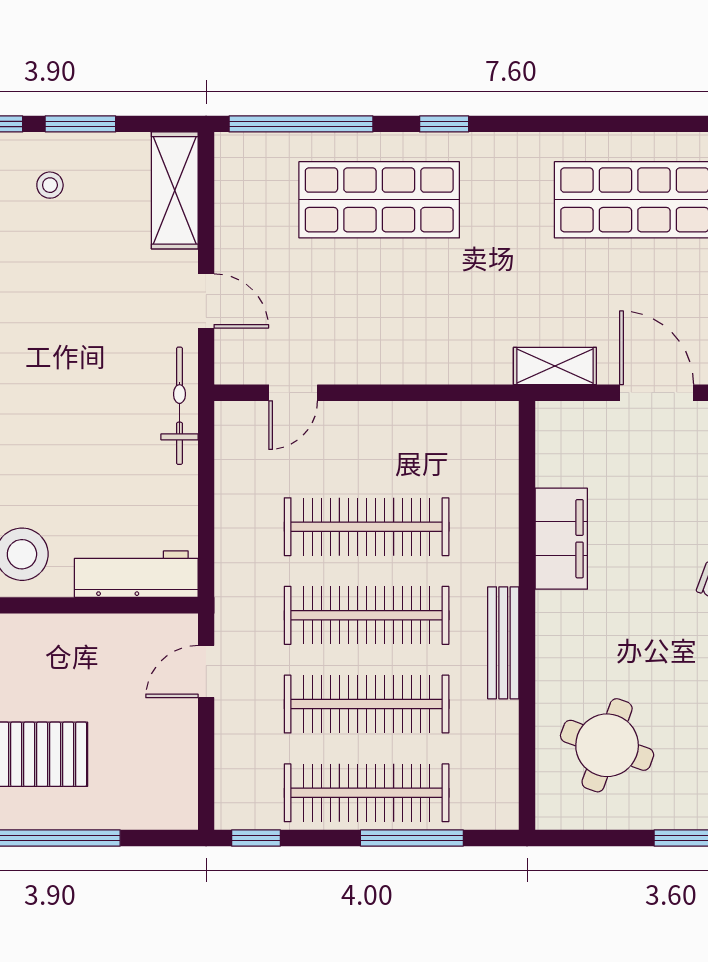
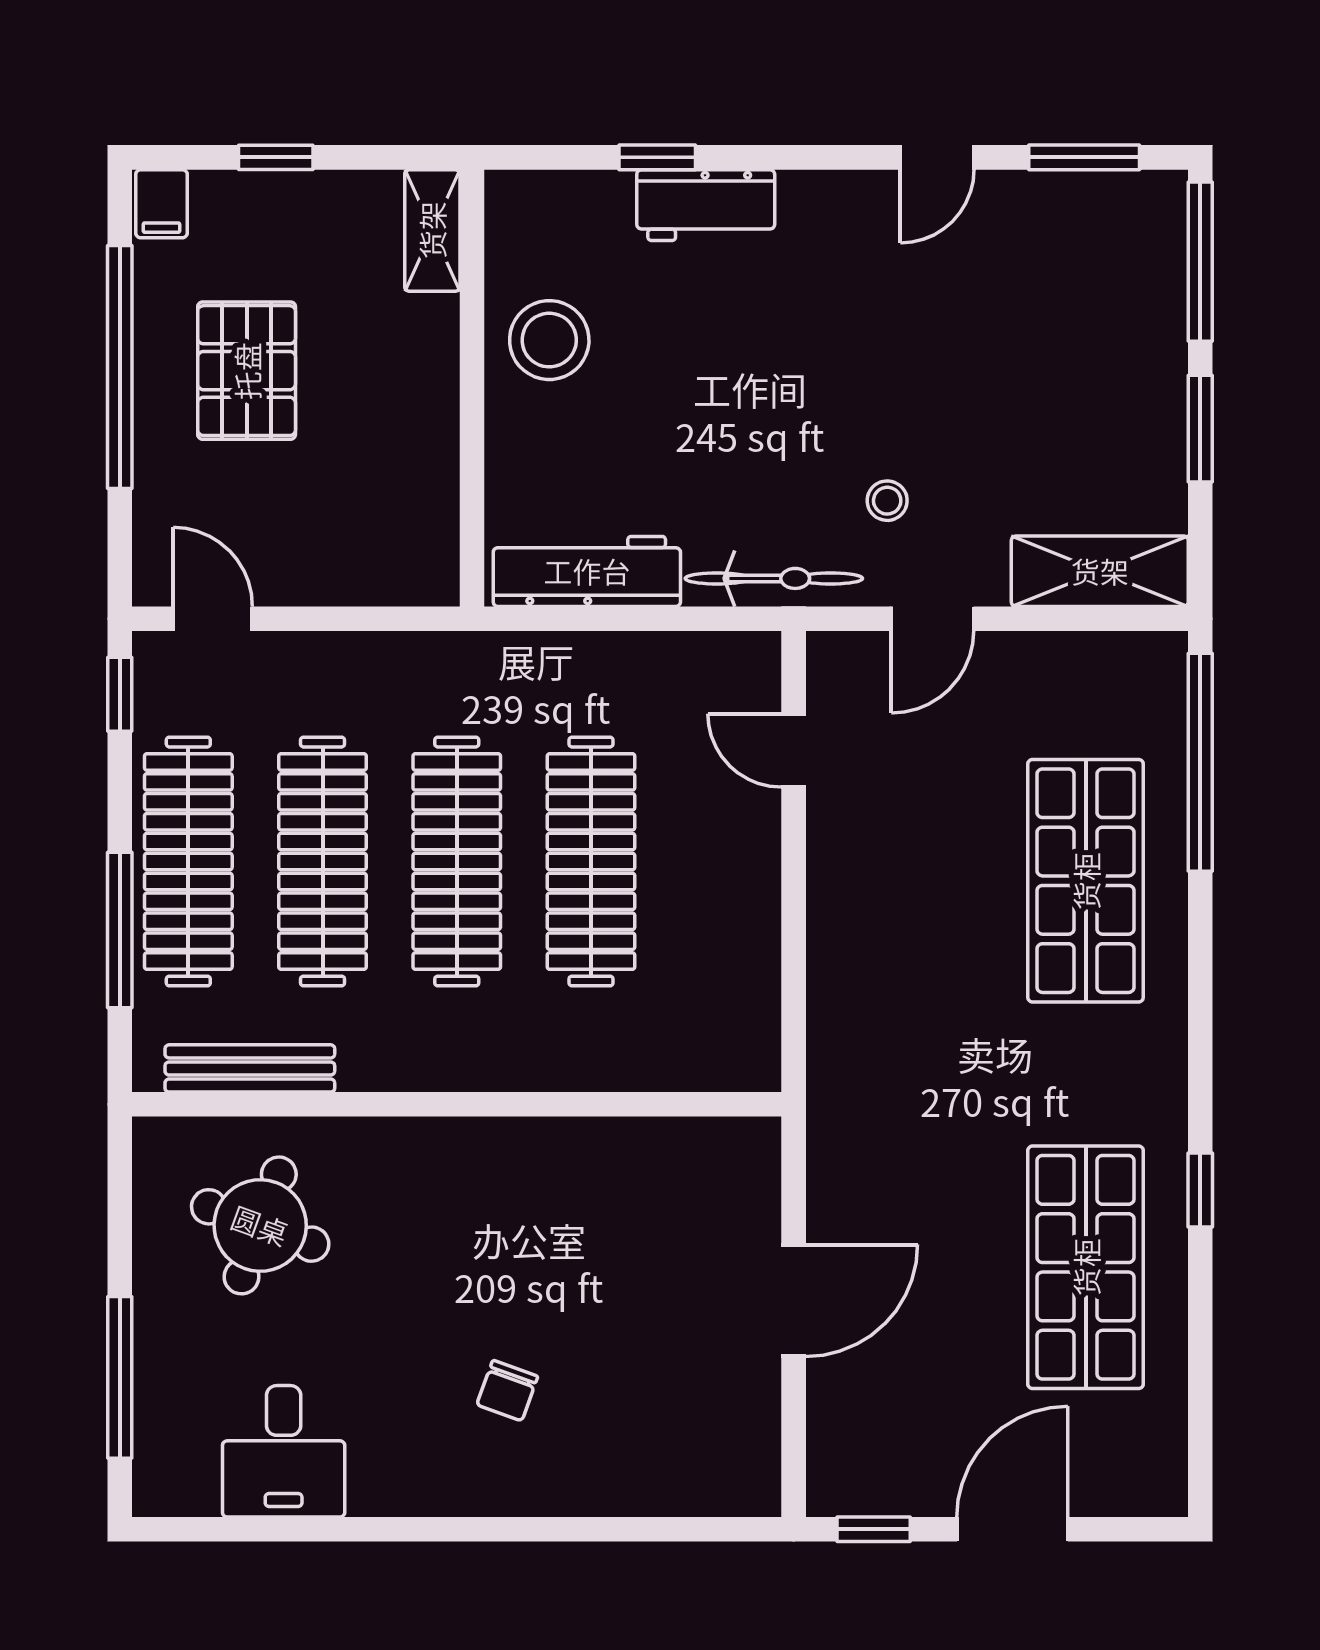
window: (444, 124) -> (1200, 1190), moved
stool: (50, 185) -> (887, 501), moved
shelving: (555, 366) -> (834, 1147), removed
filing cabinet: (561, 539) -> (573, 1156), removed
workbench: (136, 574) -> (587, 571), moved, turned -90
bench: (503, 643) -> (250, 1068), moved
door: (206, 672) -> (213, 619), moved

